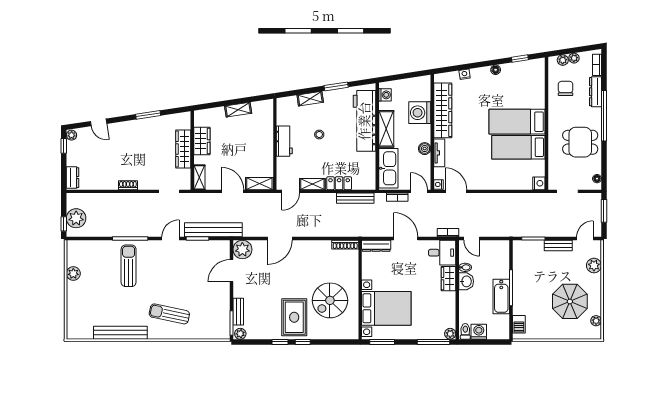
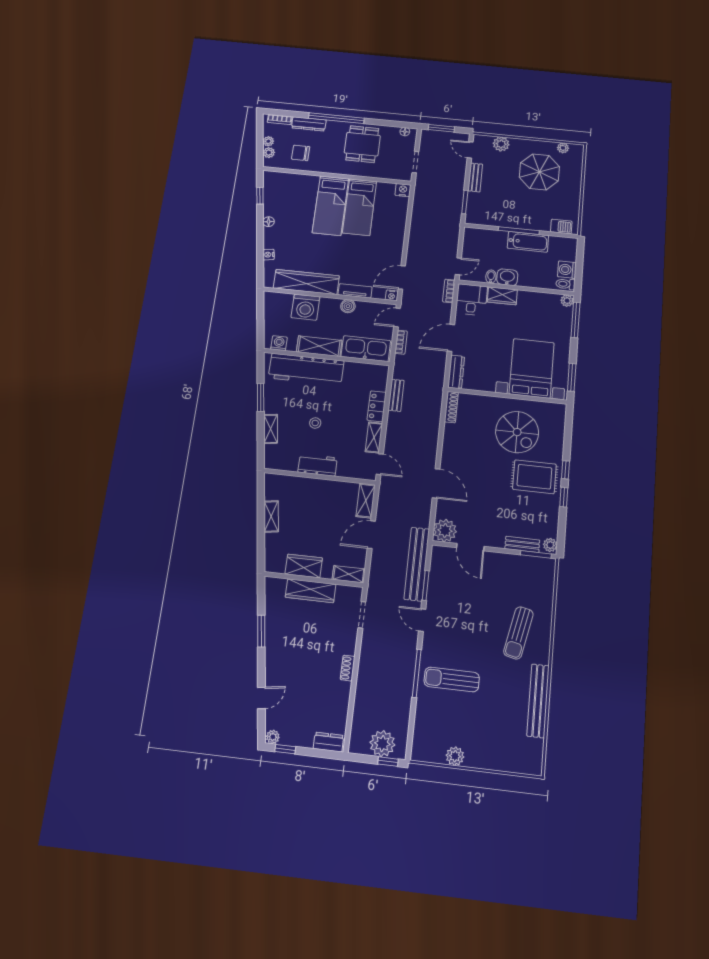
bench: (355, 198) -> (396, 395), width x0.73

